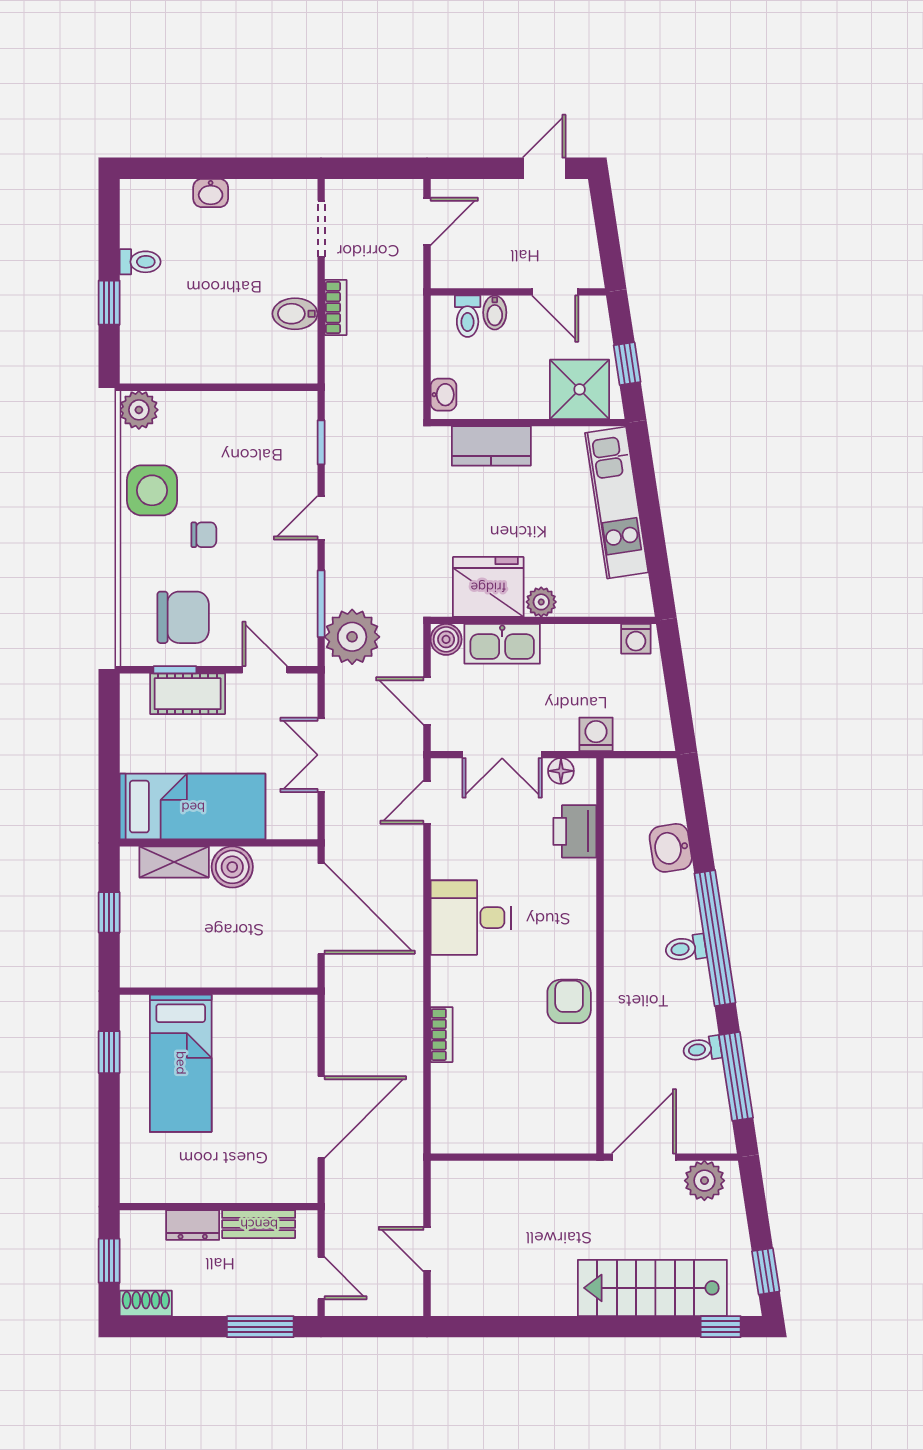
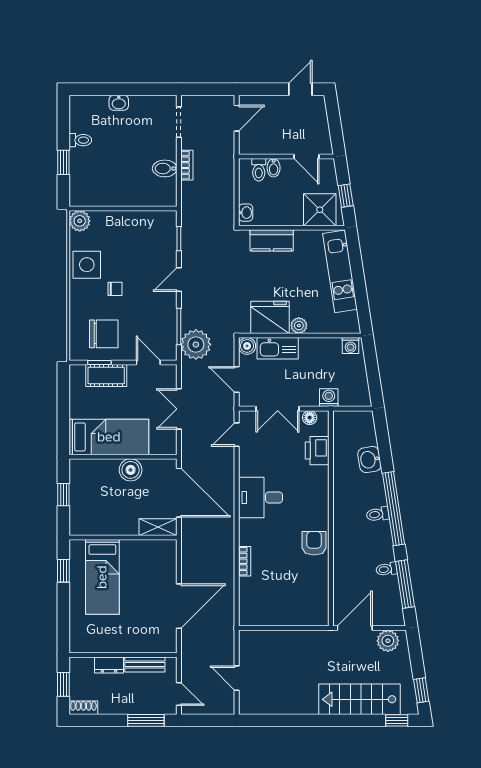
shelving: (174, 862) -> (158, 527), moved

